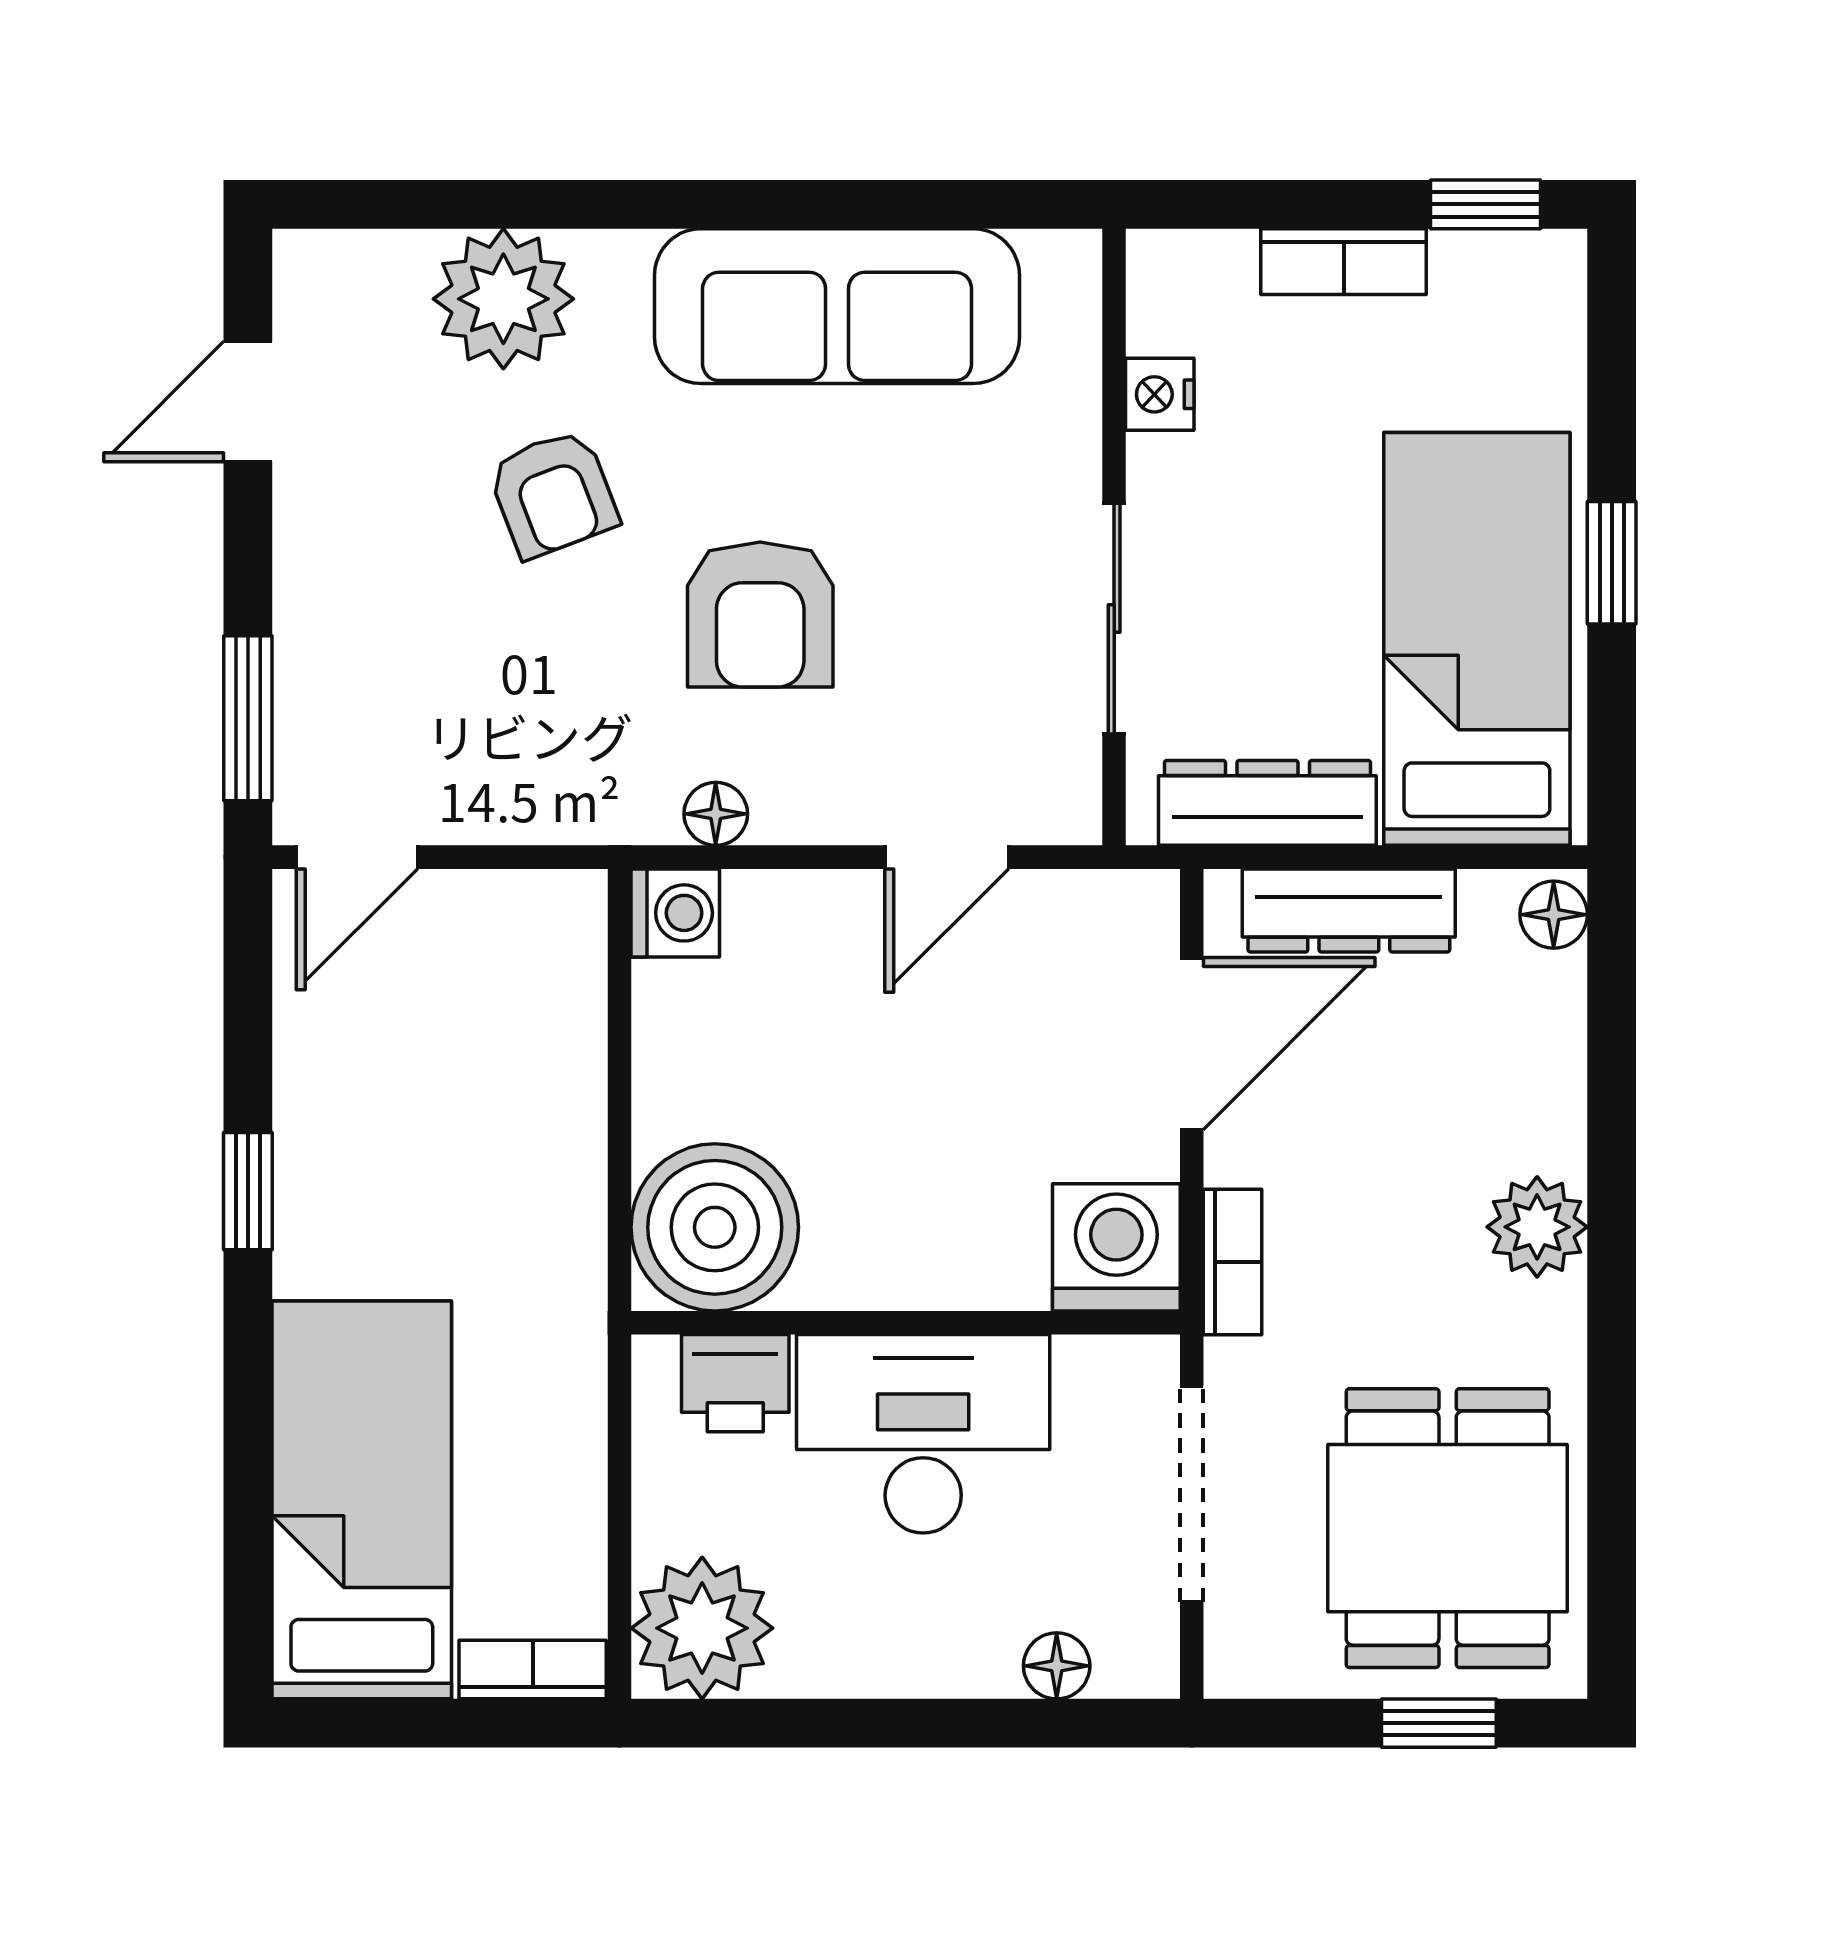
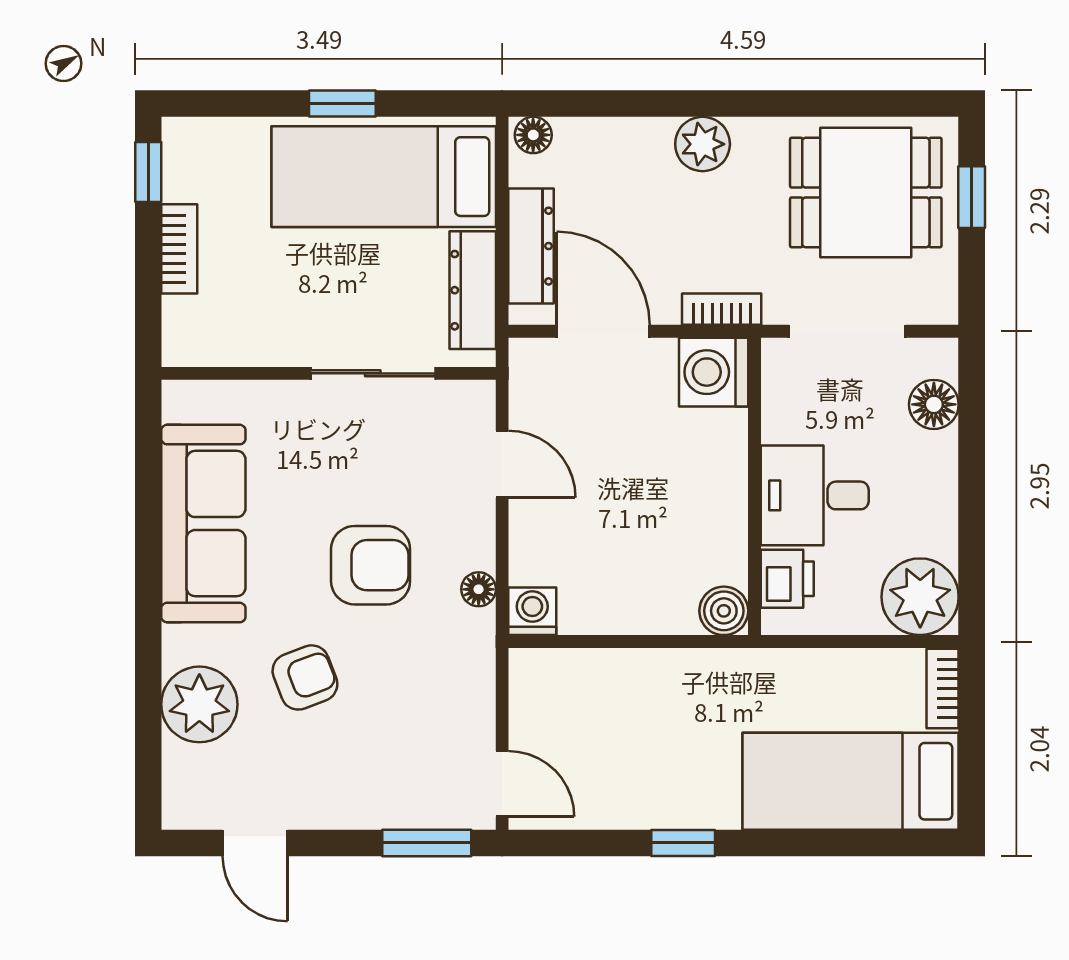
nightstand: (1160, 394) -> (251, 349), removed
boiler: (715, 1227) -> (724, 611), width x0.54, depth x0.54
desk: (923, 1434) -> (815, 495), width x0.73
floor lamp: (1057, 1666) -> (934, 404), width x1.37, depth x1.37

